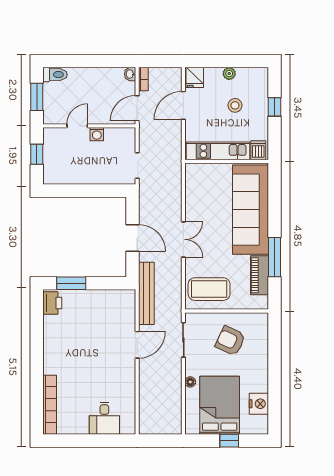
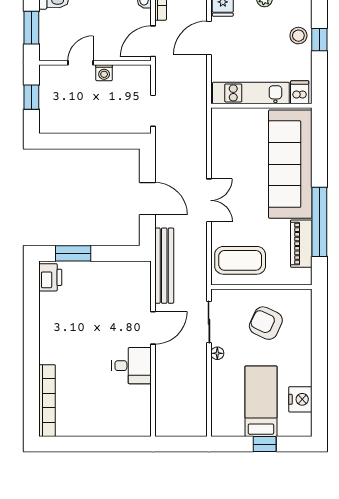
stool: (235, 105) -> (298, 36), moved
window: (274, 257) -> (319, 222), width x1.46
floor lamp: (190, 382) -> (217, 353), moved
bed: (220, 405) -> (261, 401), width x0.67
desk: (104, 418) -> (131, 366), moved, turned -90

